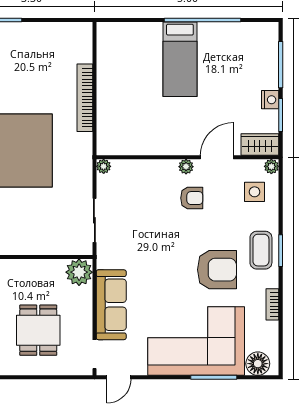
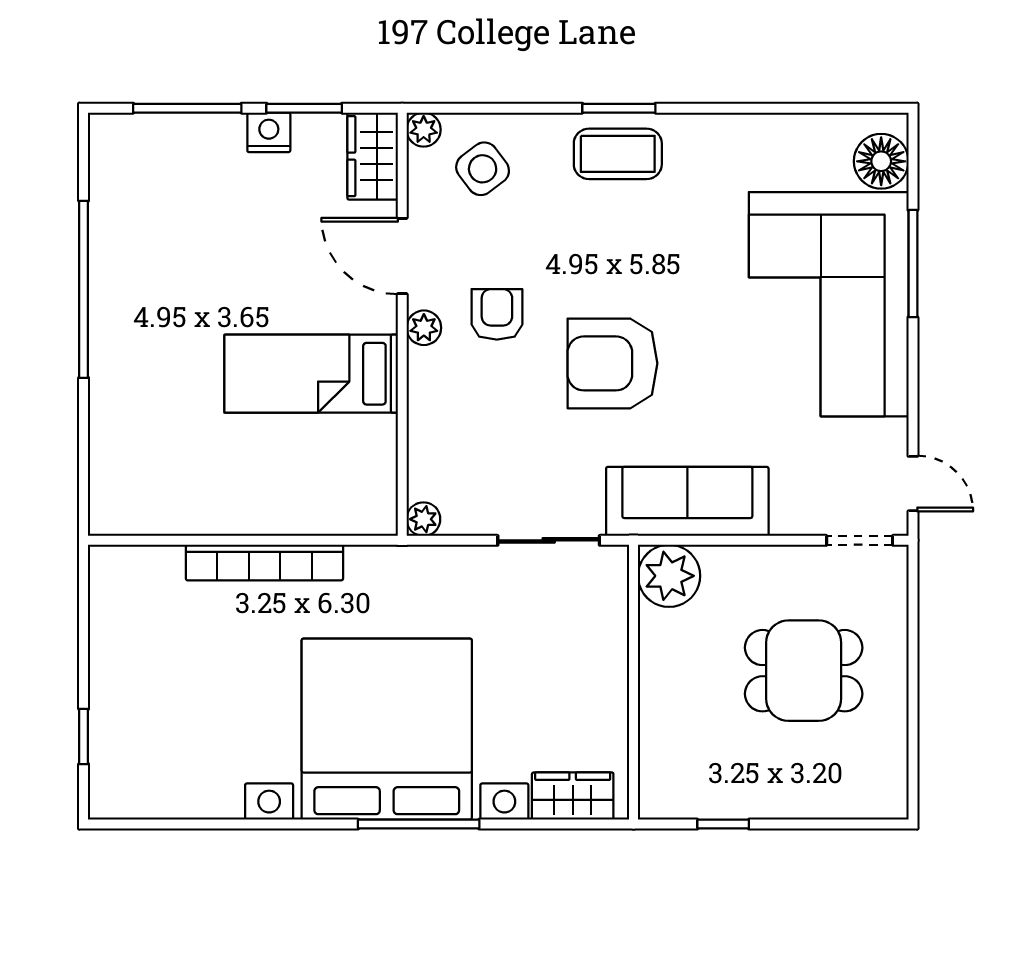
bed: (180, 59) -> (311, 374), moved, turned 180
side table: (255, 192) -> (483, 169), turned -37
armchair: (217, 270) -> (612, 363), moved, turned -90
bookcase: (272, 304) -> (744, 127), removed
sofa: (111, 305) -> (687, 501), moved

